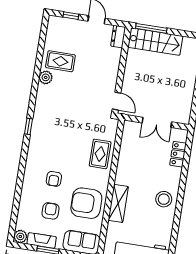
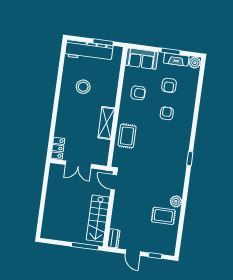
stairs: (155, 42) -> (98, 218), moved, turned -90
double door: (157, 122) -> (78, 164), swing flipped
locker: (178, 154) -> (58, 148), moved
stool: (164, 199) -> (83, 87), moved
armchair: (86, 203) -> (138, 93), width x0.53, depth x0.53
shelving: (118, 203) -> (106, 123), moved

